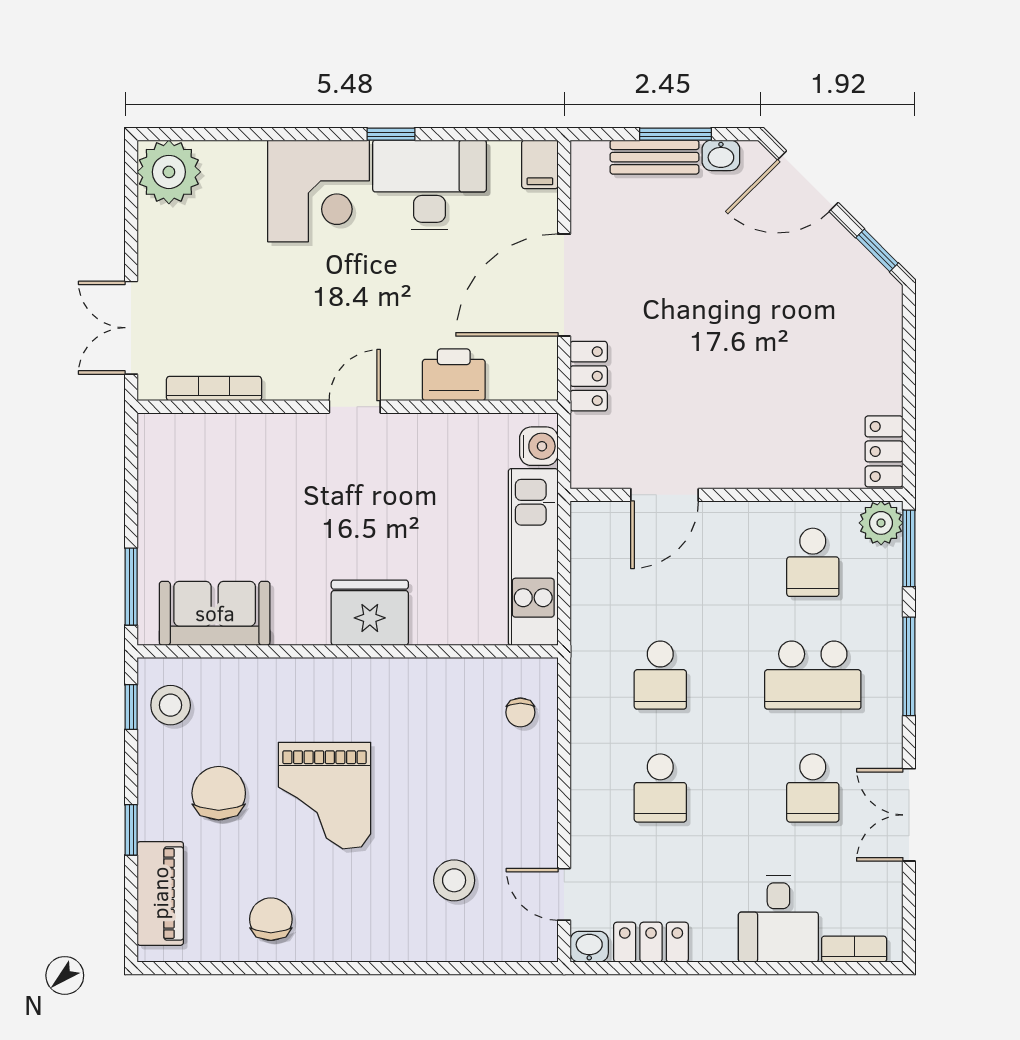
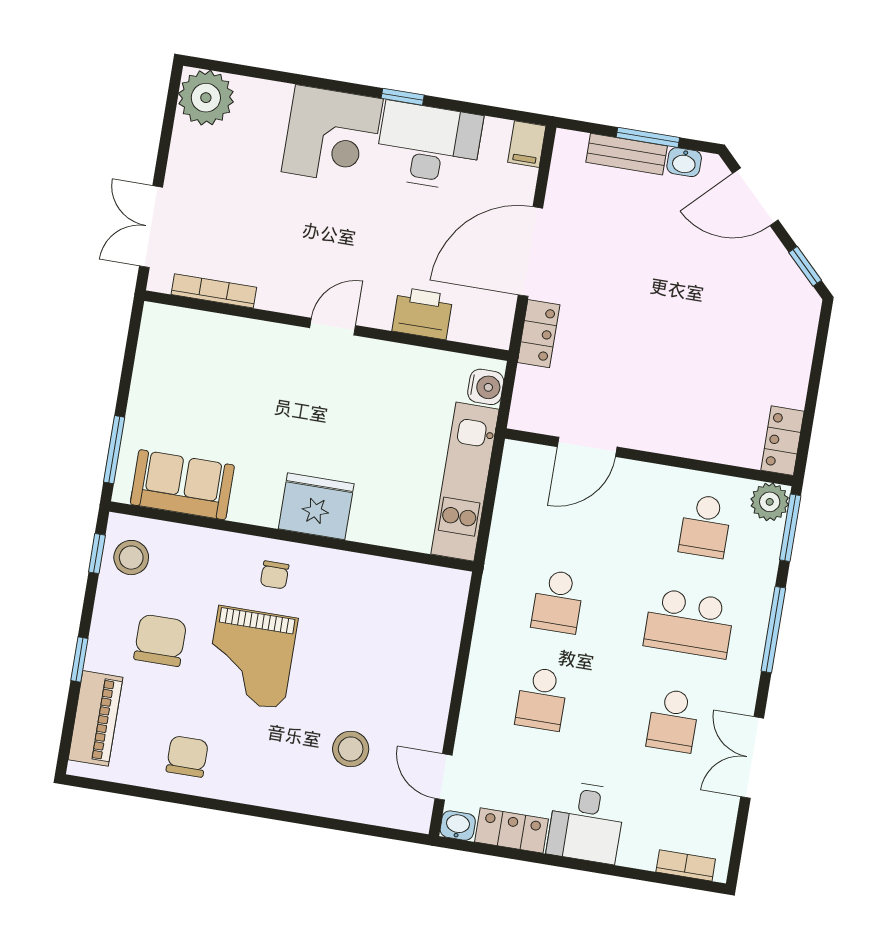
chair: (520, 712) -> (275, 575), moved
desk: (778, 919) -> (586, 822), moved

